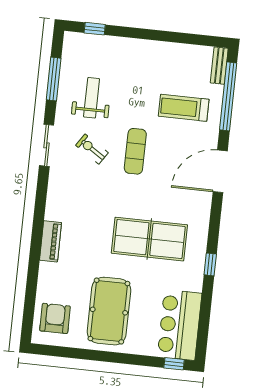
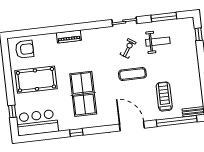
window: (174, 364) -> (12, 111), moved

